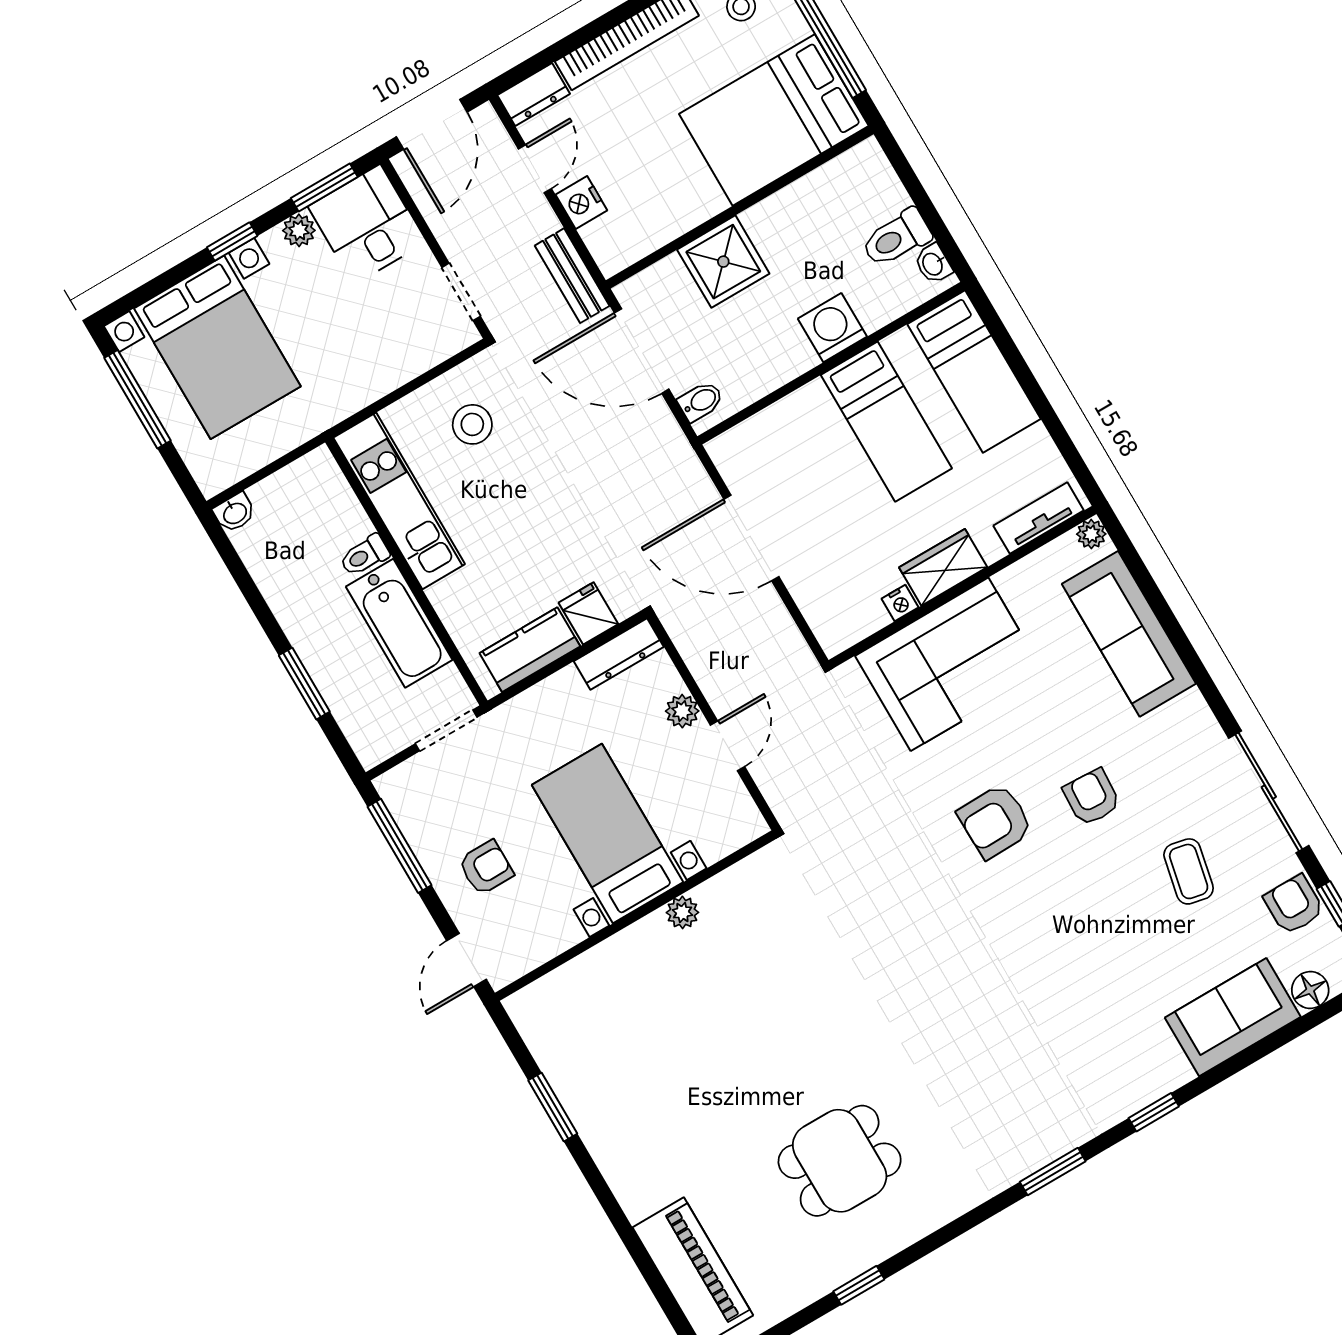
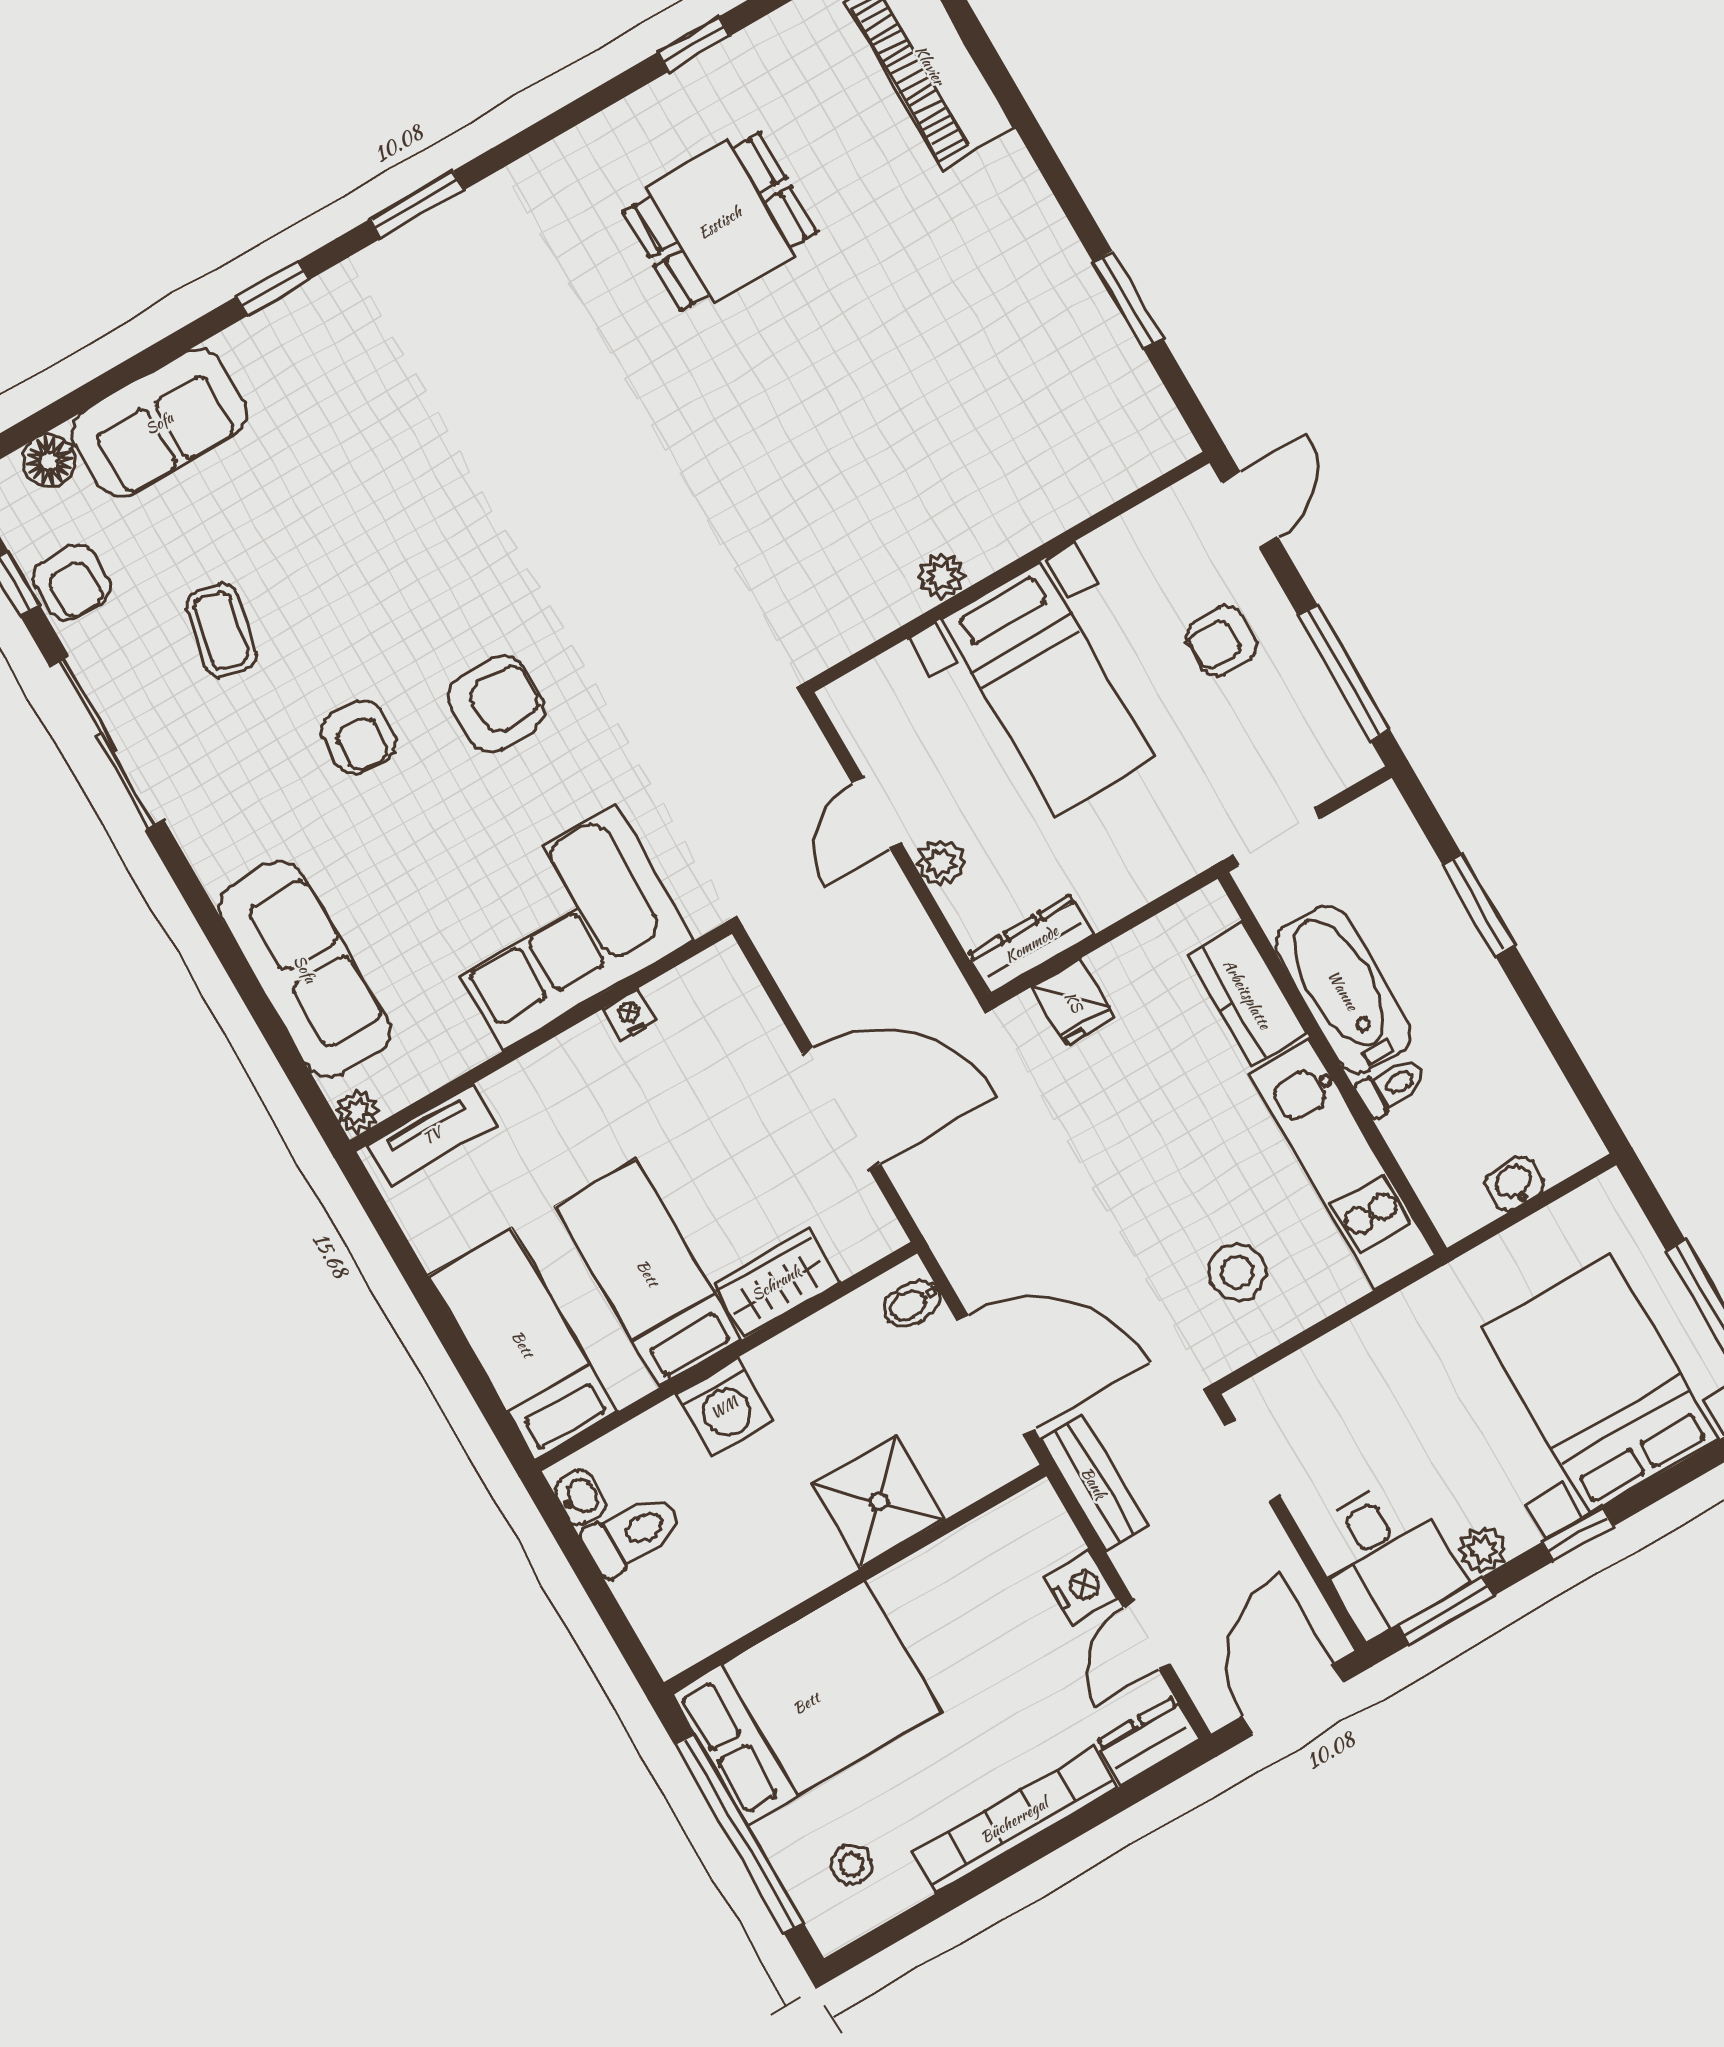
washbasin: (235, 513) -> (1515, 1184), moved
wardrobe: (943, 567) -> (776, 1283), moved, turned 180
kitchen counter: (530, 650) -> (1247, 994), moved, turned 90

